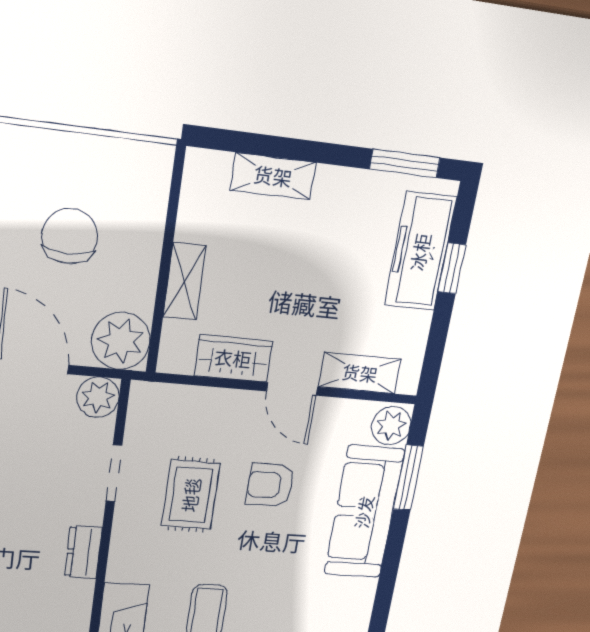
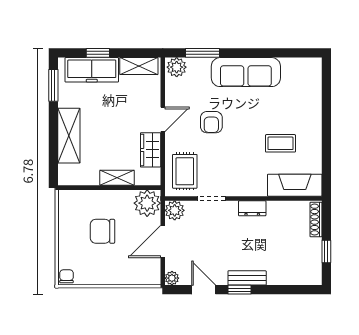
shelving: (273, 176) -> (69, 136), width x1.50, depth x1.33
shelving: (360, 373) -> (139, 66), moved, turned 90
rug: (191, 495) -> (185, 171), moved, turned 90
sofa: (364, 512) -> (246, 72), moved

